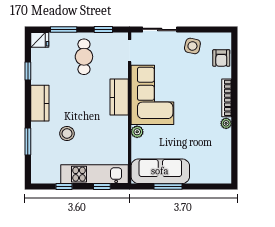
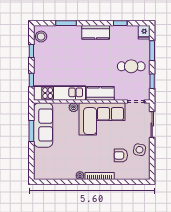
armchair: (221, 58) -> (121, 155), moved
stool: (67, 134) -> (41, 37), moved
kitchen unit: (95, 174) -> (60, 93), moved, turned -90

